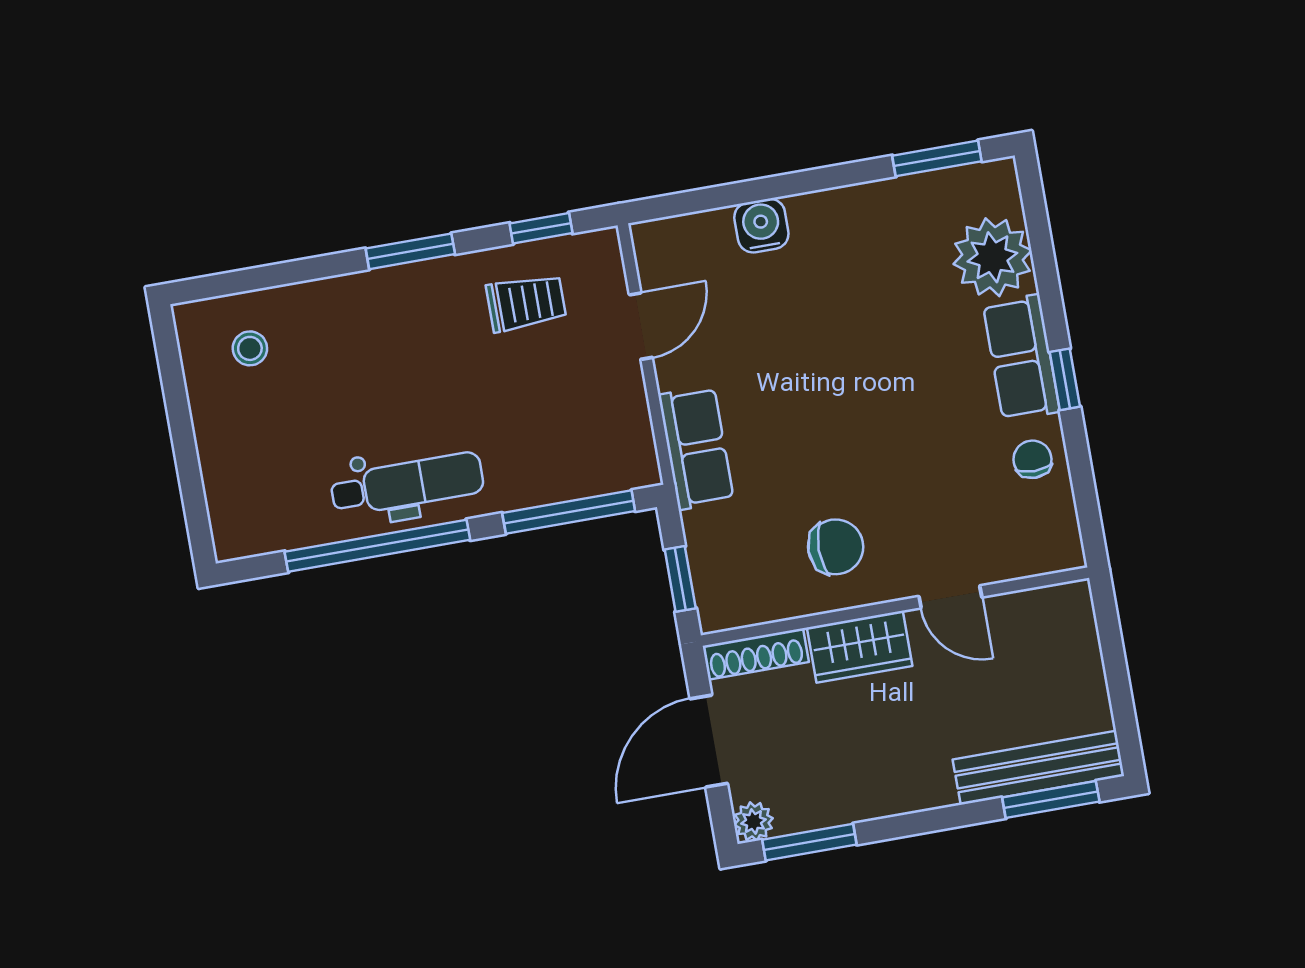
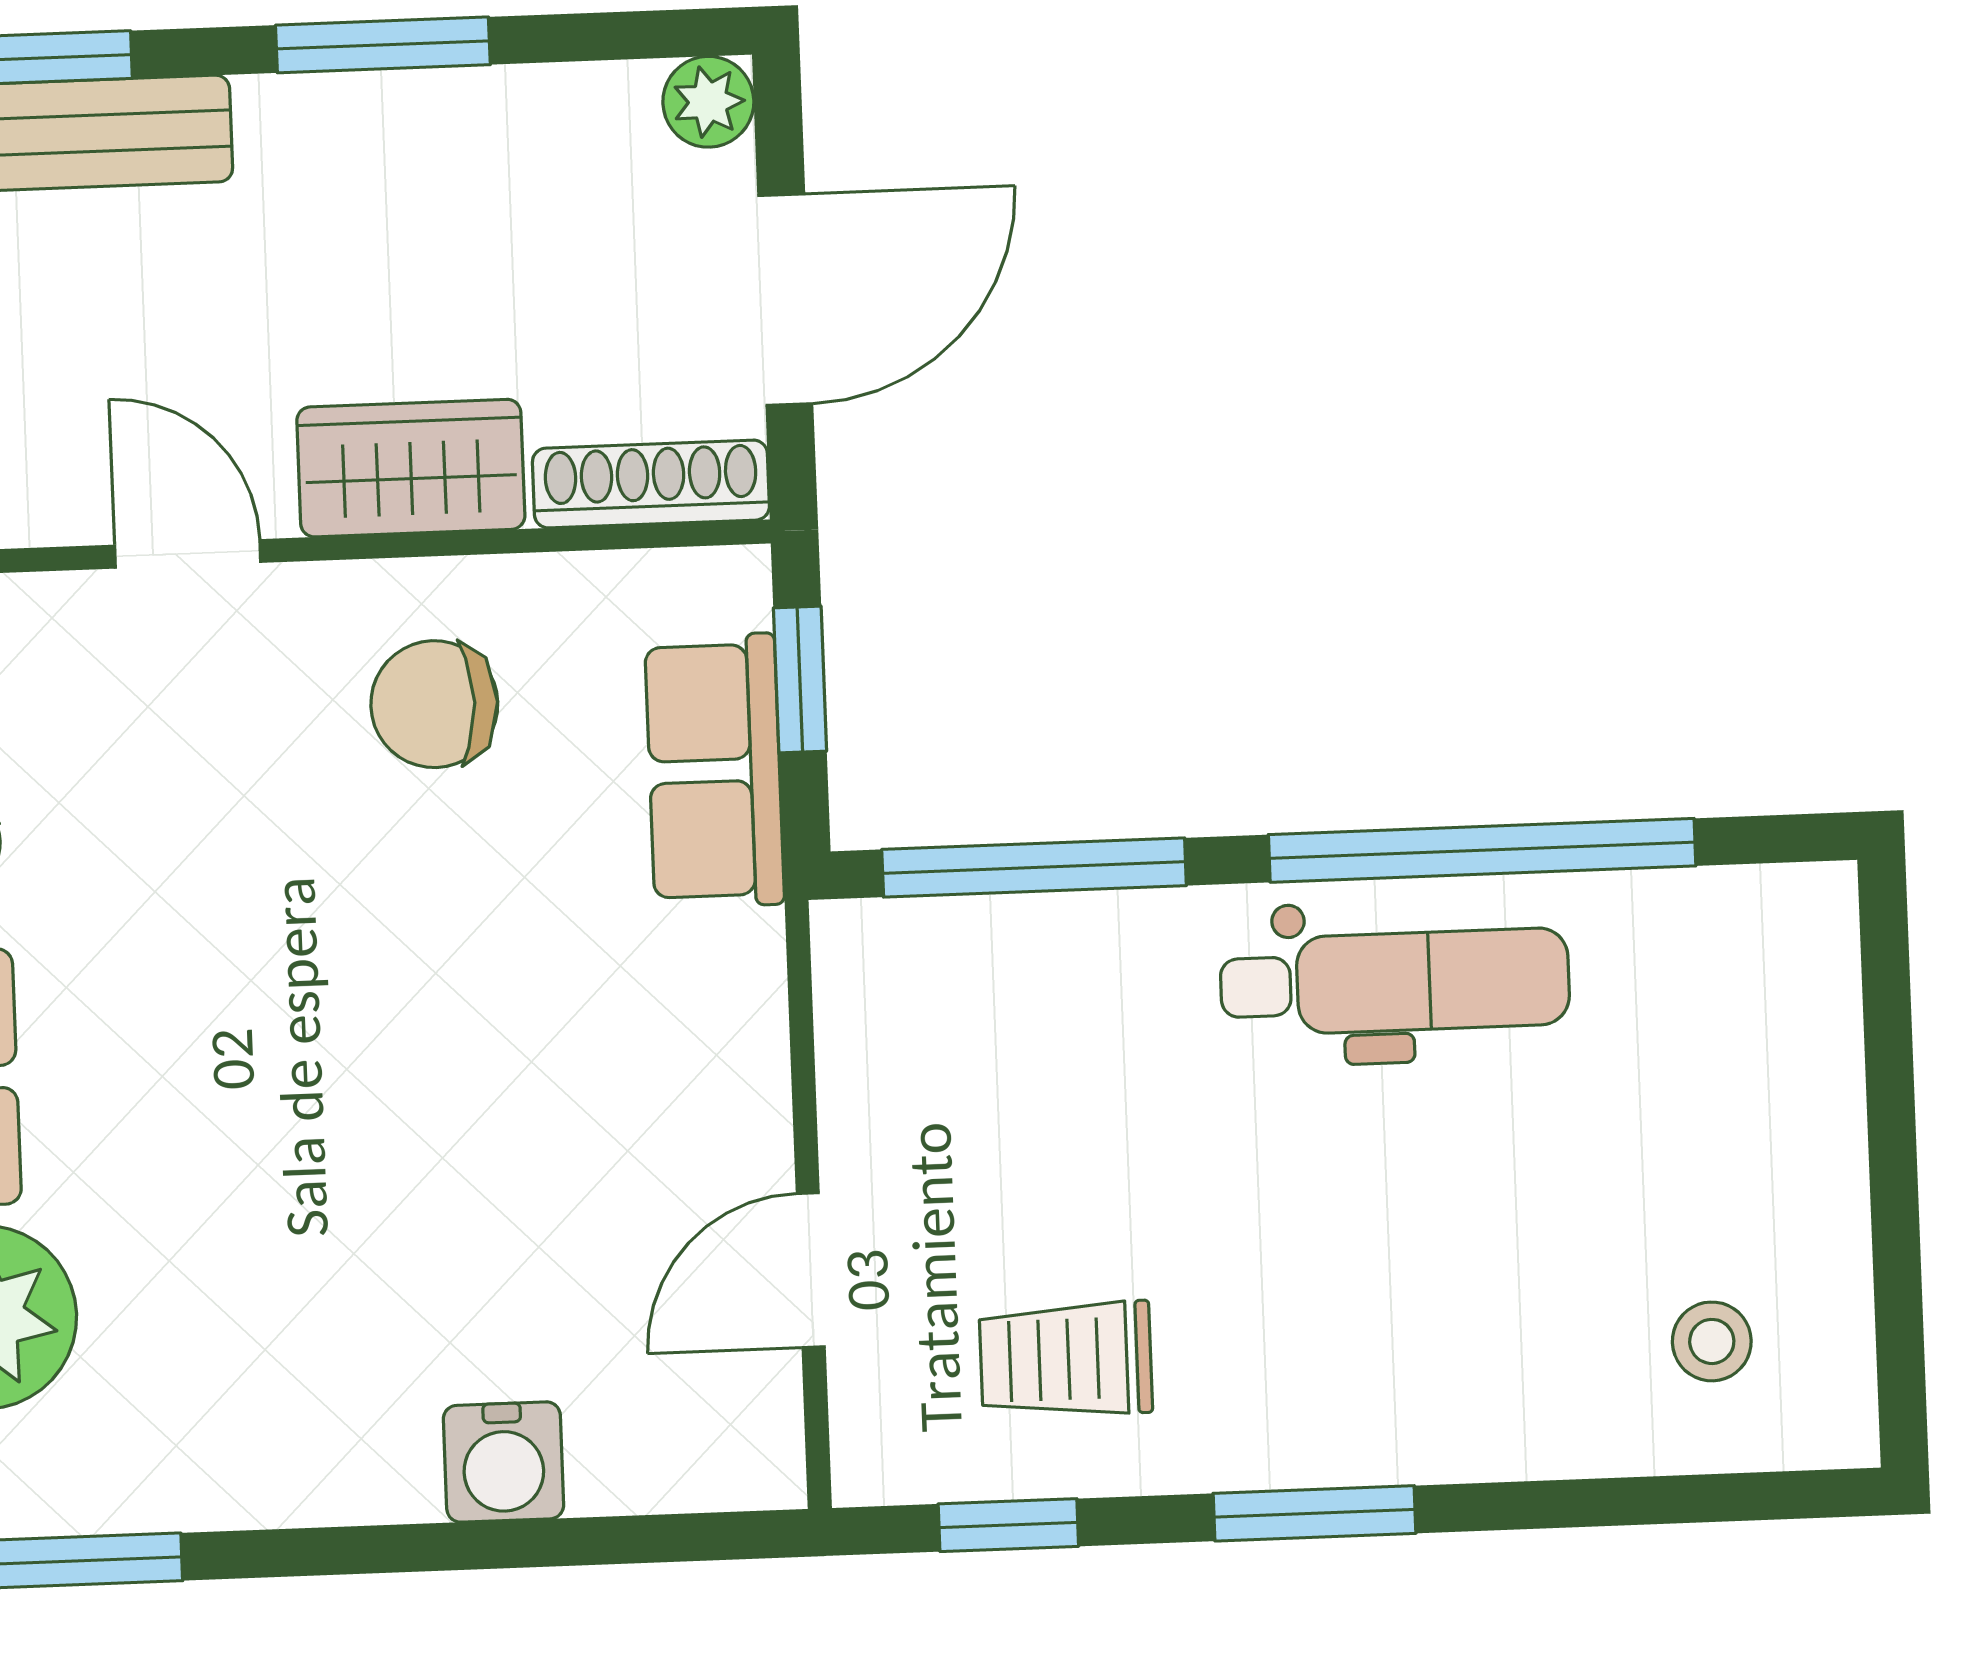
row of seats: (696, 448) -> (715, 771), moved
dental chair: (407, 484) -> (1395, 982), turned 180
window: (809, 842) -> (383, 45), moved

